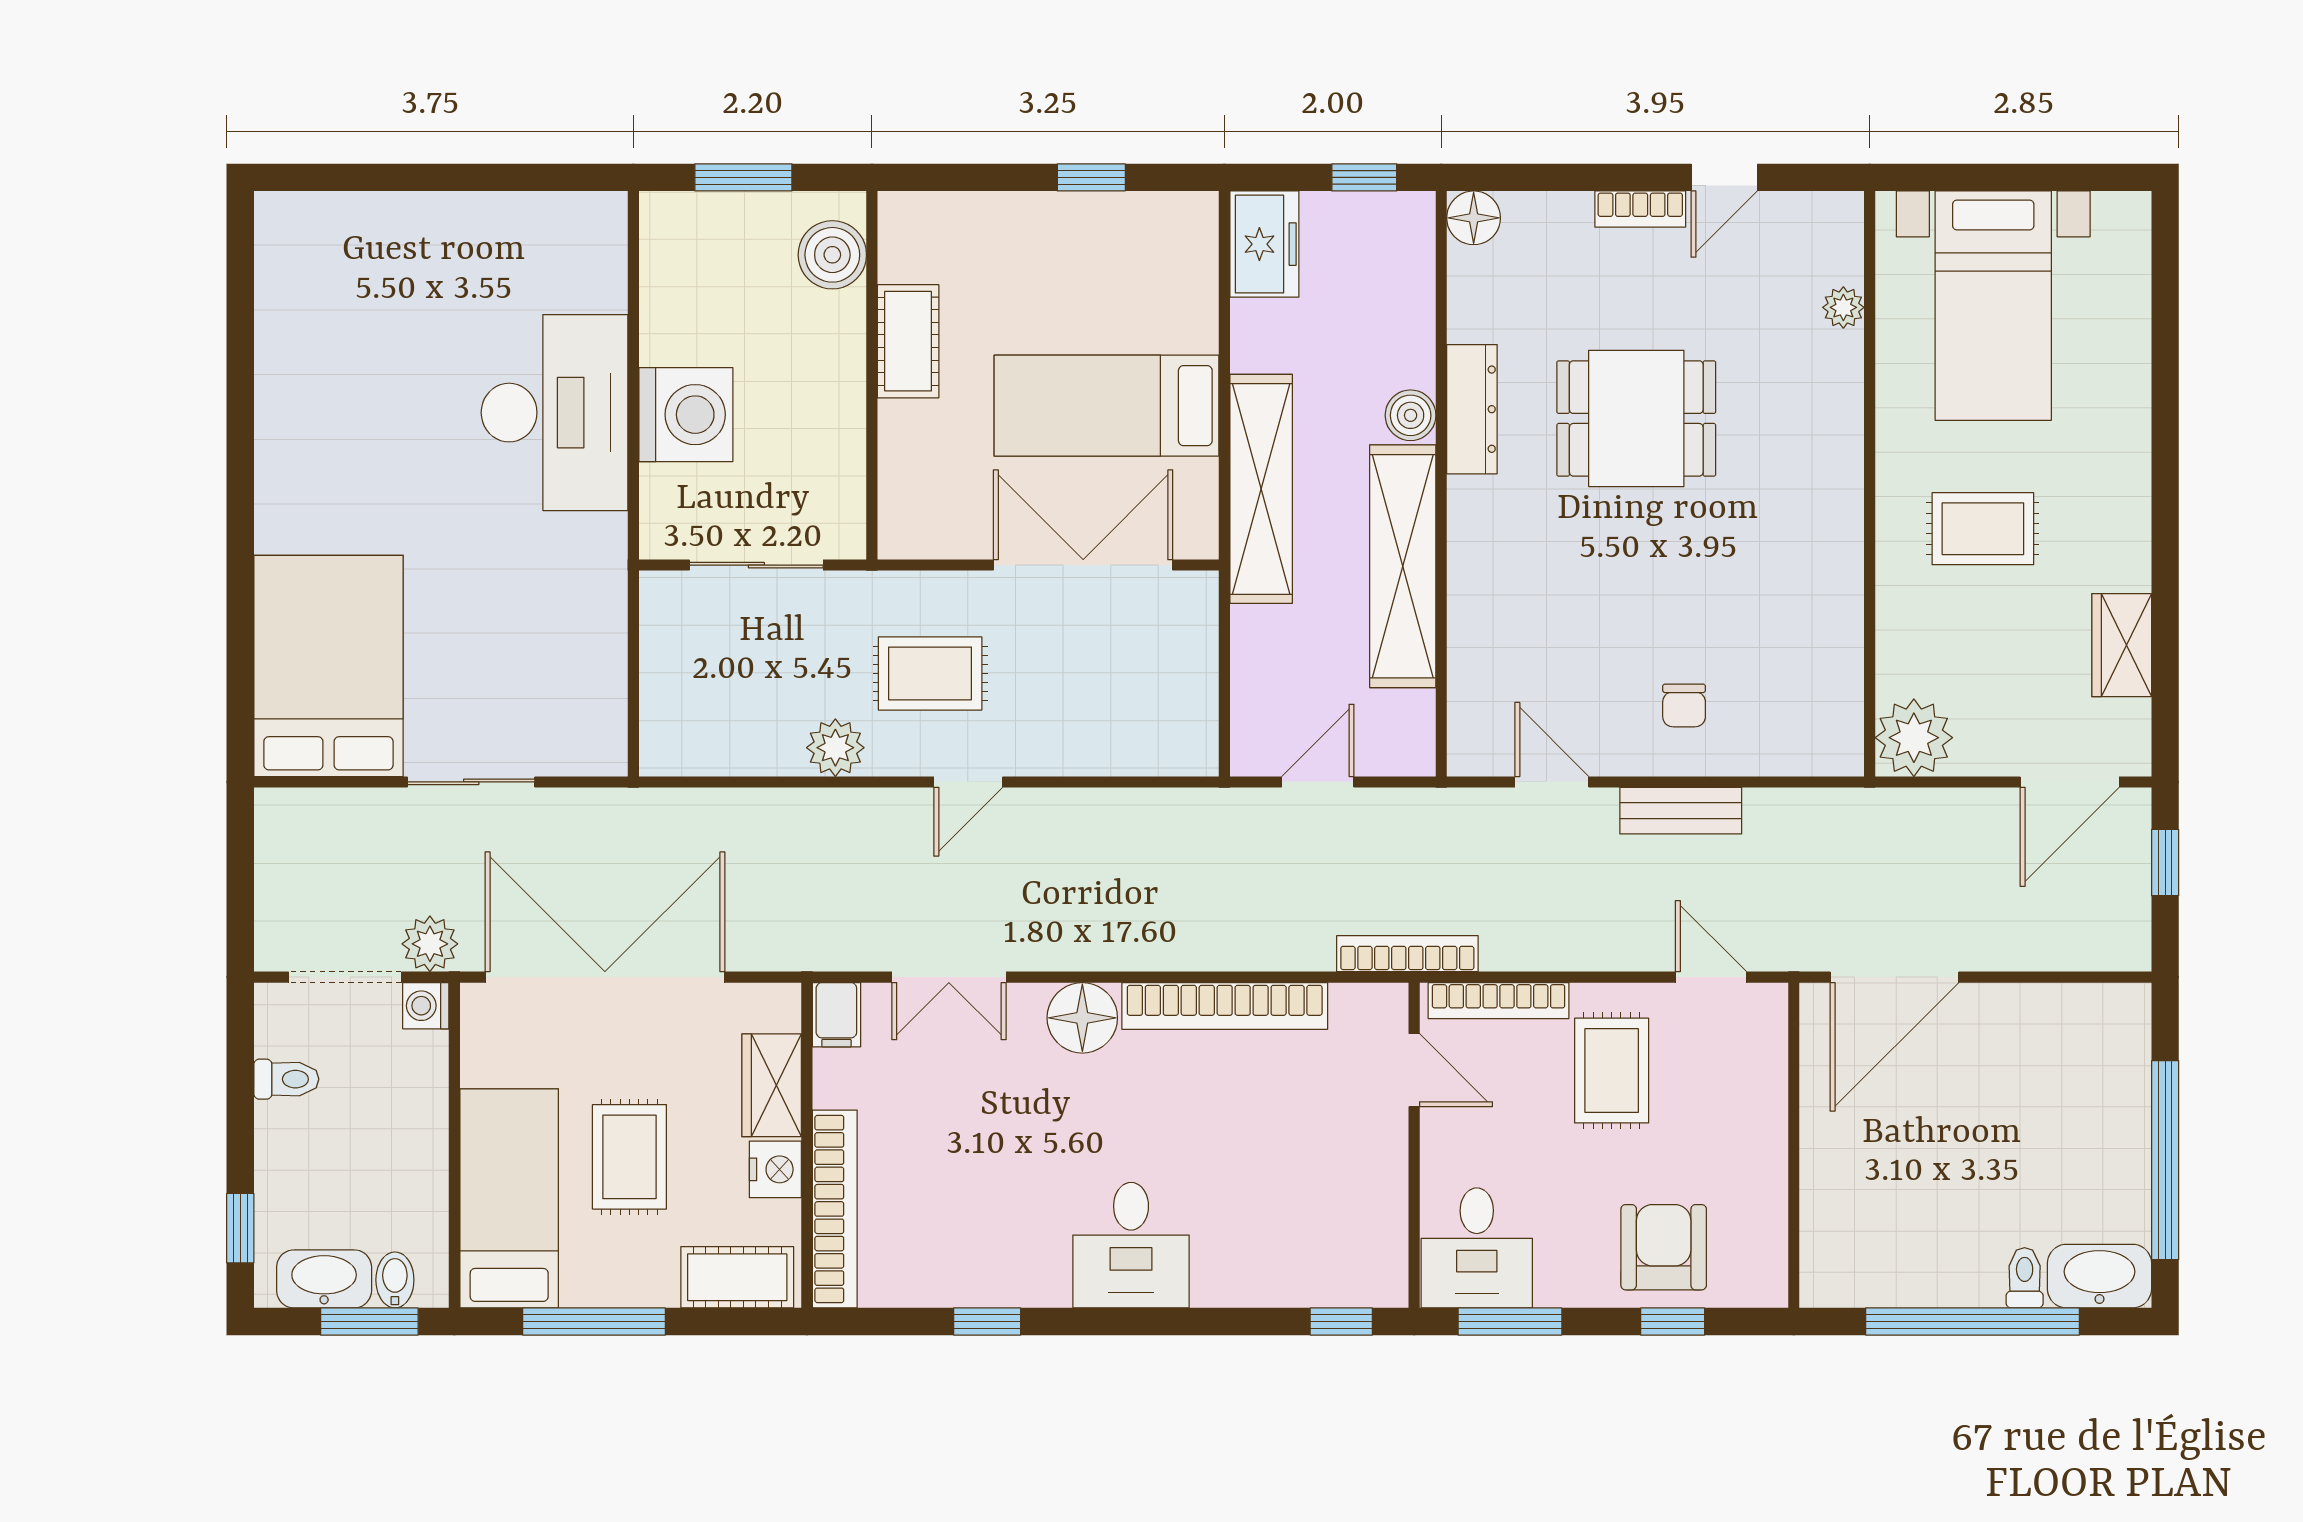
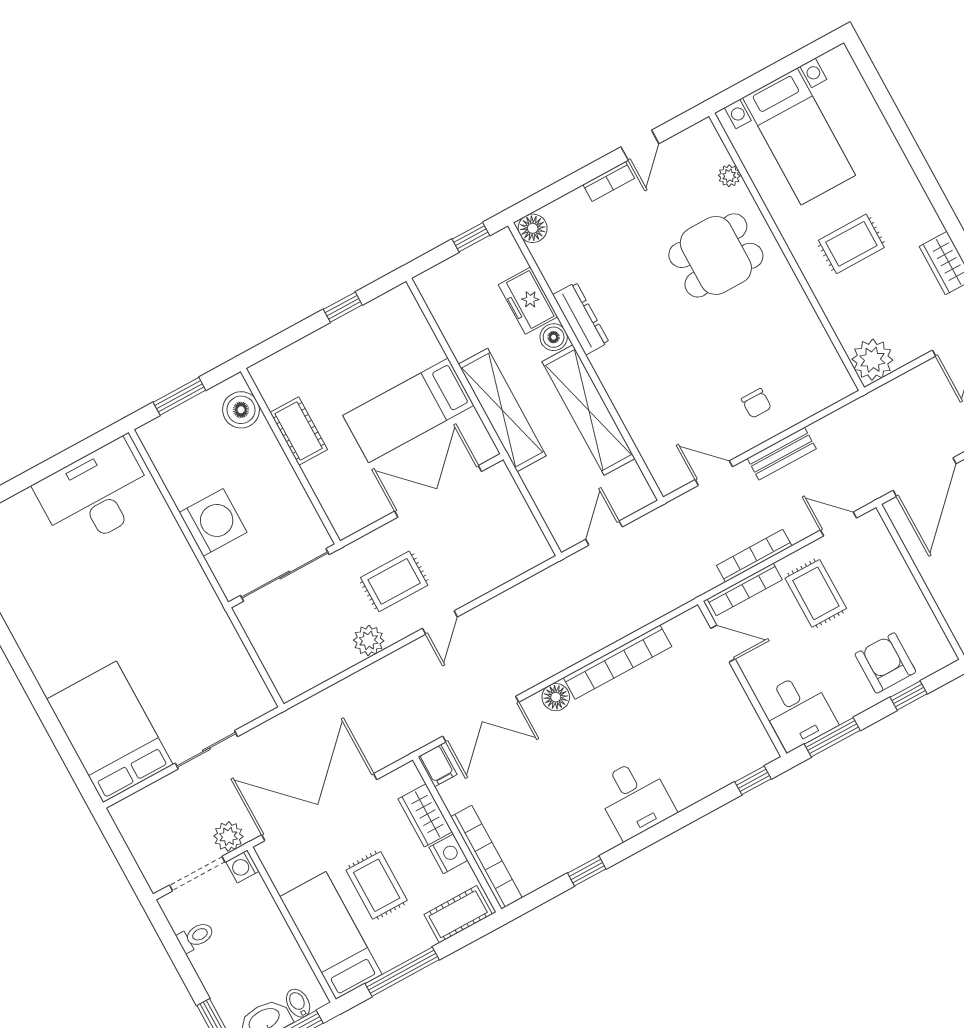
freezer: (1264, 244) -> (528, 301), moved, turned 180
desk: (555, 413) -> (95, 495), moved, turned -90
dining table: (1636, 418) -> (716, 255), moved
sliding door: (756, 565) -> (285, 575), width x1.37
bookcase: (1407, 954) -> (754, 556), moved
double door: (949, 977) -> (481, 719), width x1.37
floor lamp: (1082, 1018) -> (556, 697), width x0.73, depth x0.73

